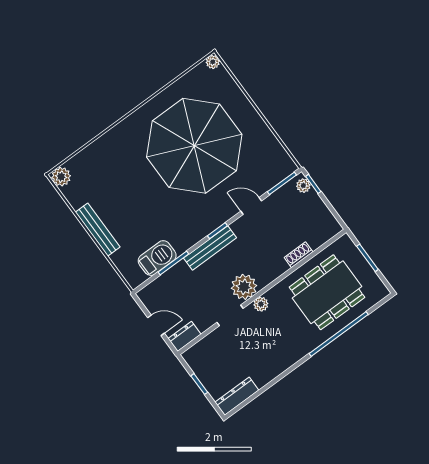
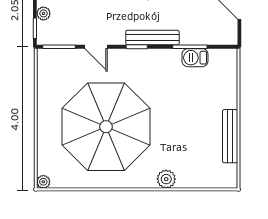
plant: (61, 177) -> (166, 179), moved
plant: (303, 186) -> (43, 13), moved
bench: (98, 230) -> (230, 136), moved
barbecue: (157, 258) -> (195, 58), width x0.73, depth x0.79

